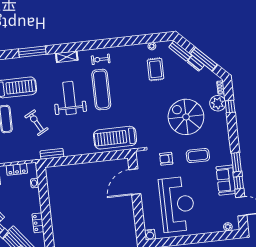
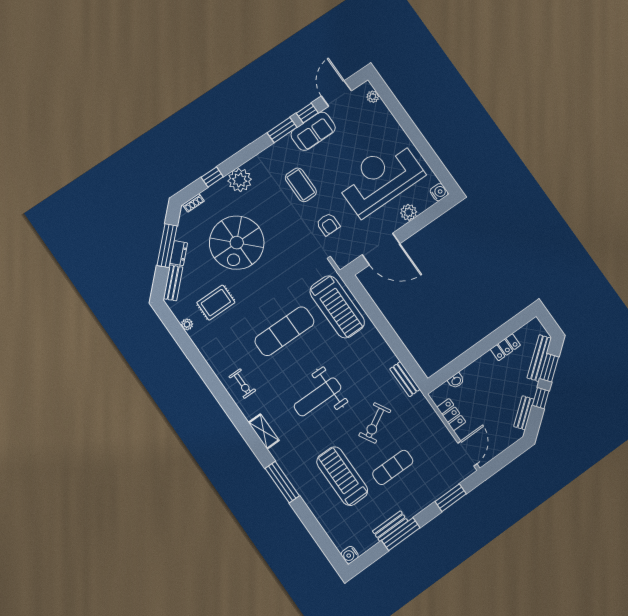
exercise mat: (101, 90) -> (284, 331), moved
plant: (218, 103) -> (240, 180), moved
spiral stairs: (186, 117) -> (237, 243), moved
plant: (148, 210) -> (409, 212), added

